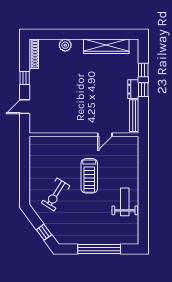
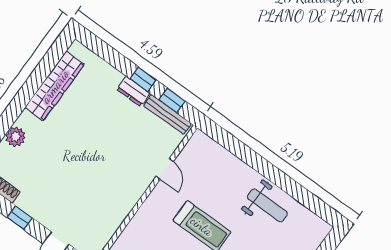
window: (143, 70) -> (172, 101), moved
weight bench: (125, 202) -> (267, 205), turned 180

